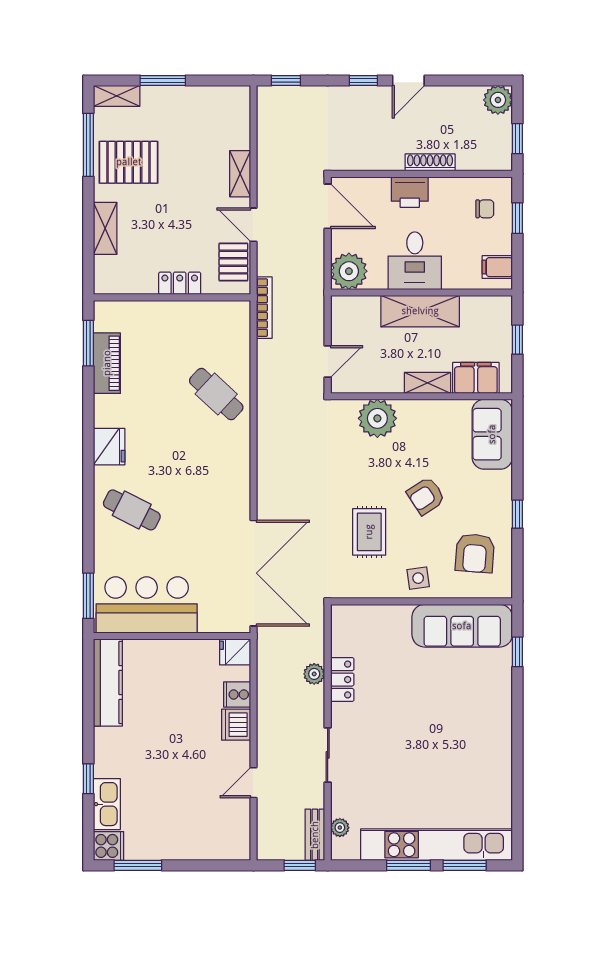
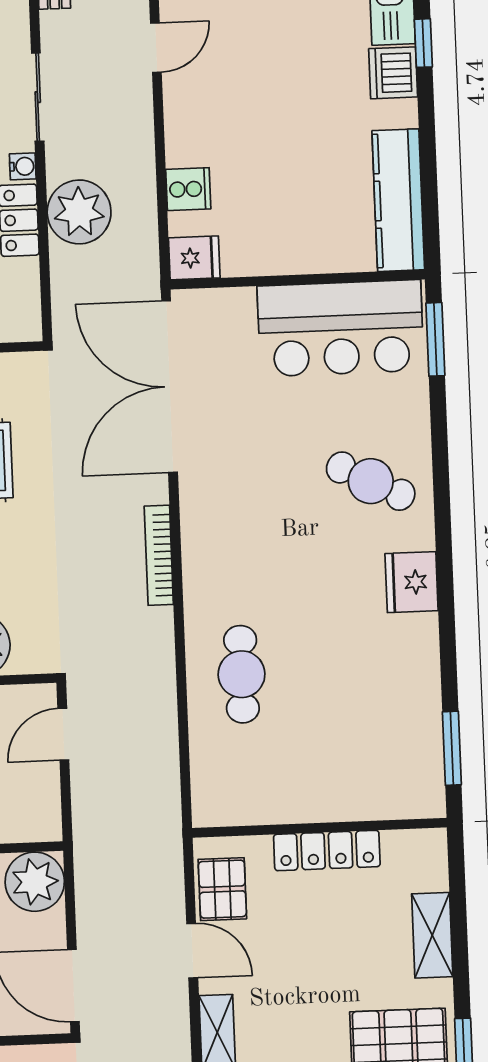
locker: (180, 283) -> (327, 850), width x1.53
bookcase: (264, 308) -> (159, 555), moved
piano: (107, 363) -> (421, 717), removed
cafe table: (216, 394) -> (242, 674), turned 47
plant: (314, 674) -> (79, 212), width x1.88, depth x1.88
water cooler: (339, 713) -> (23, 166), added
dishwasher: (236, 725) -> (393, 73), moved, turned 180

